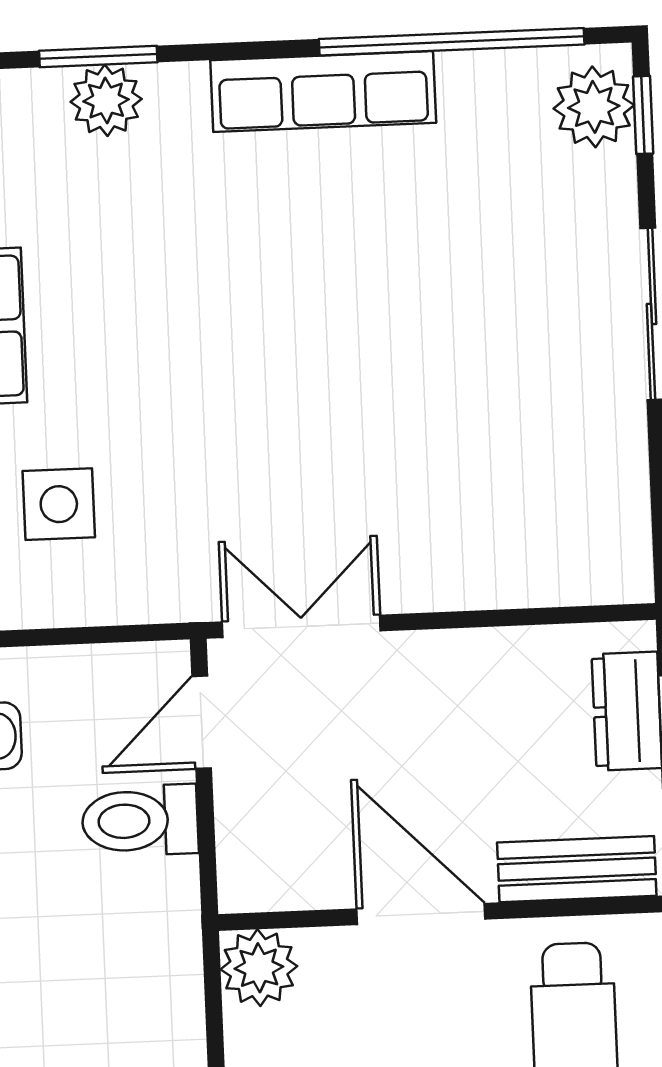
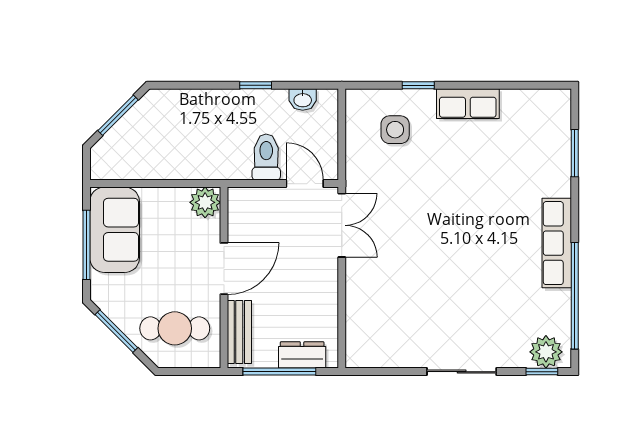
plant: (106, 100) -> (557, 156), removed

